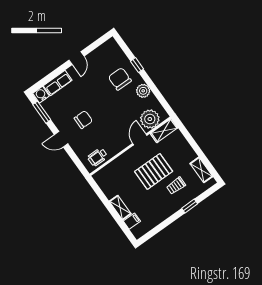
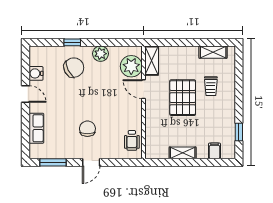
chair: (120, 79) -> (74, 68), turned 153
water cooler: (41, 95) -> (36, 73), moved
window: (190, 206) -> (239, 132), moved
shelving: (120, 208) -> (183, 153), moved

